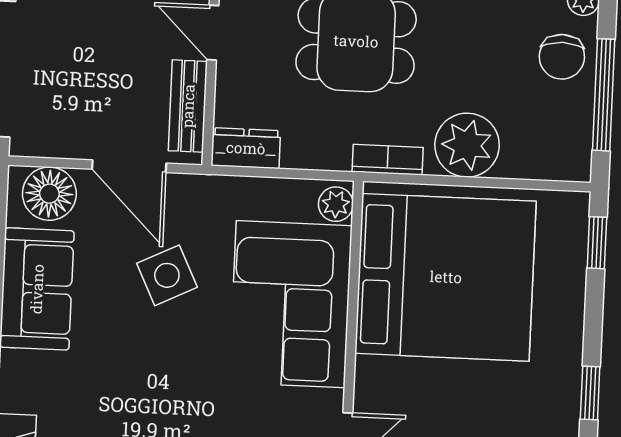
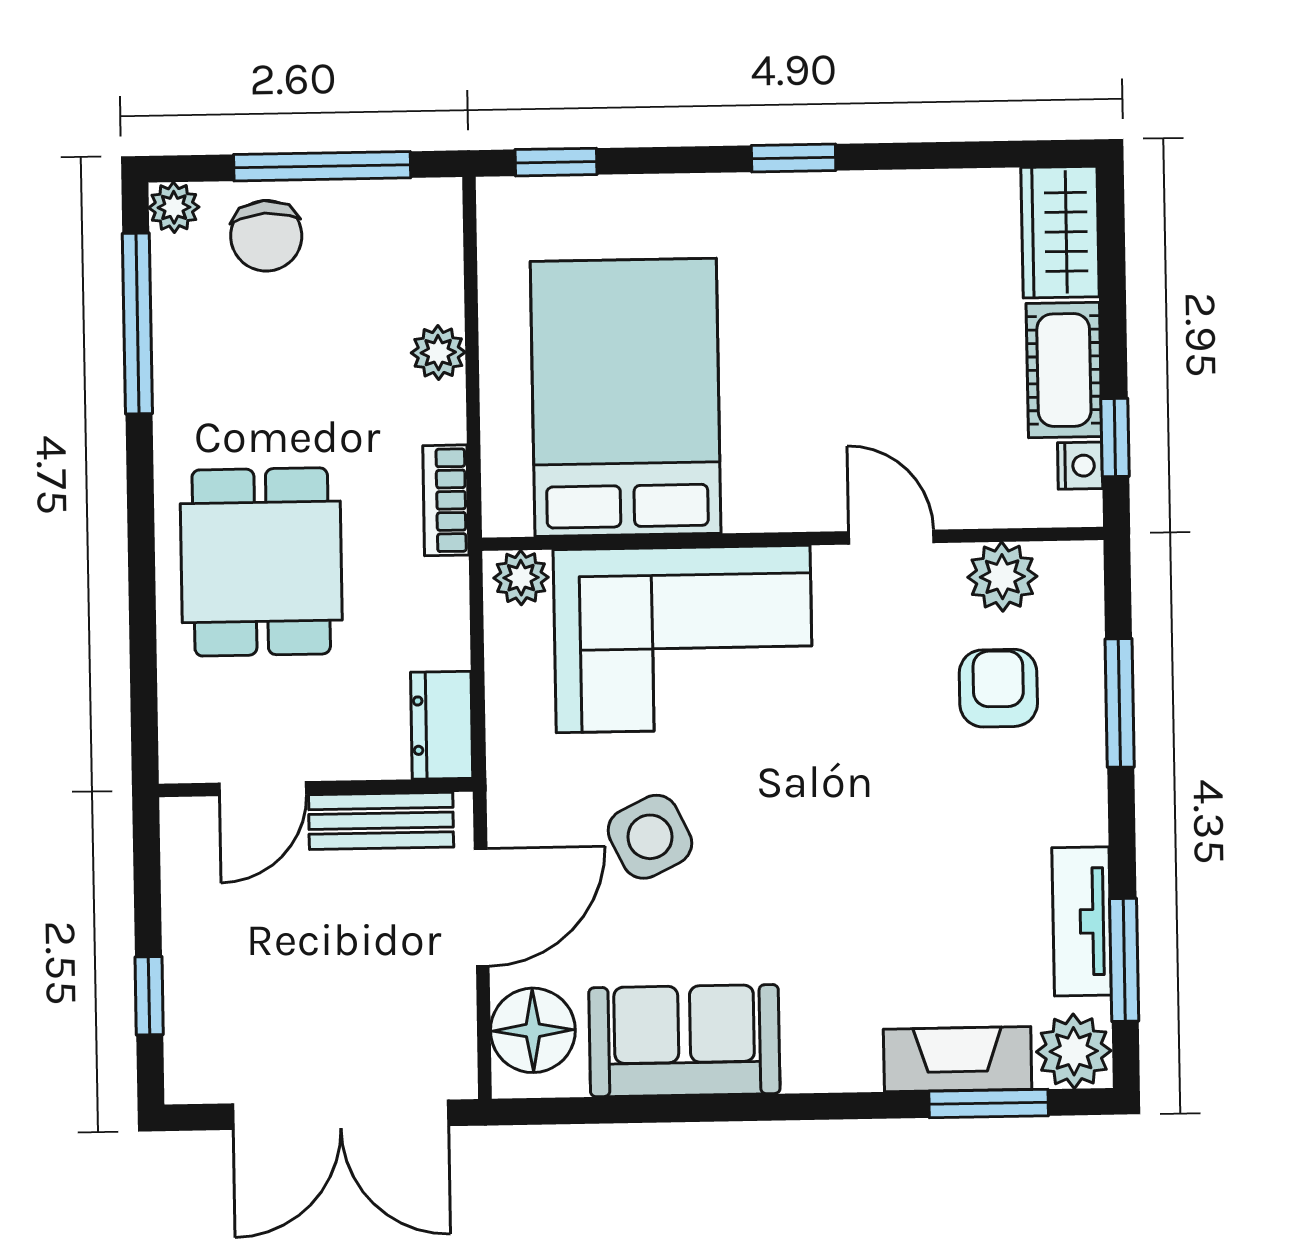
chair: (562, 57) -> (266, 236), turned 87
plant: (467, 145) -> (438, 352), width x0.53, depth x0.53
bed: (446, 277) -> (626, 397), width x0.73

